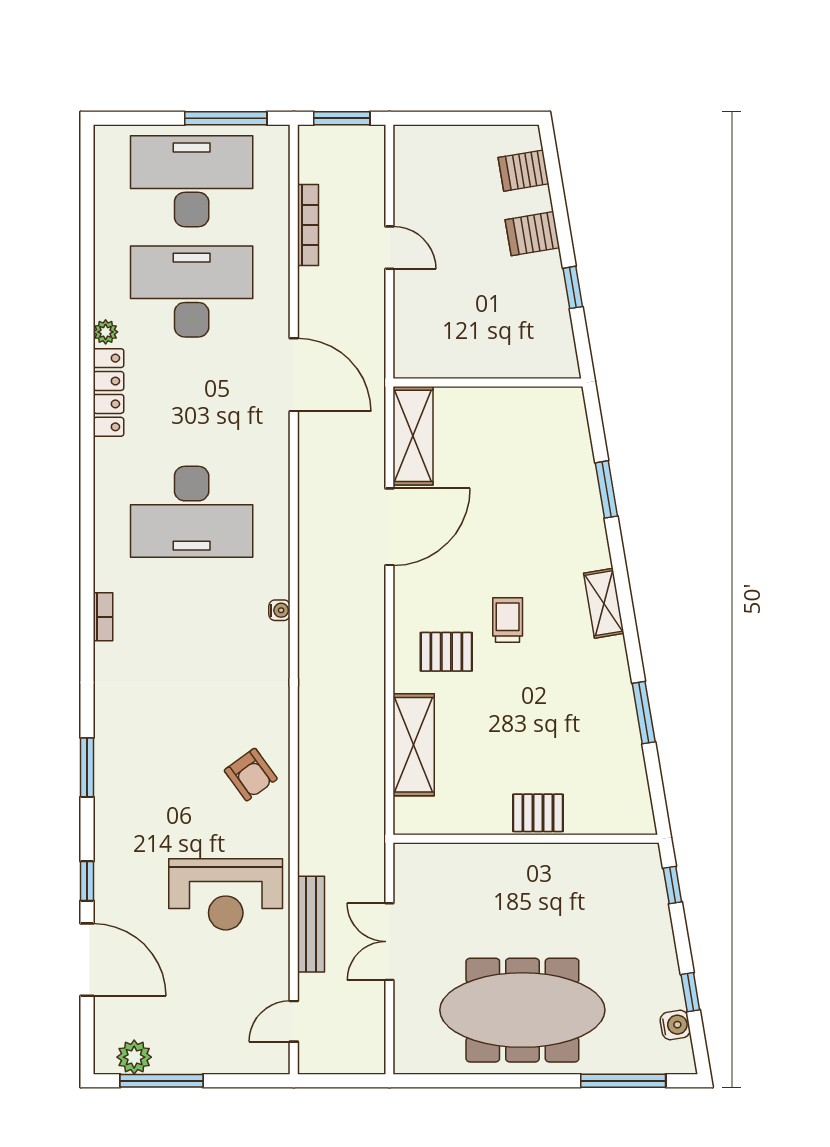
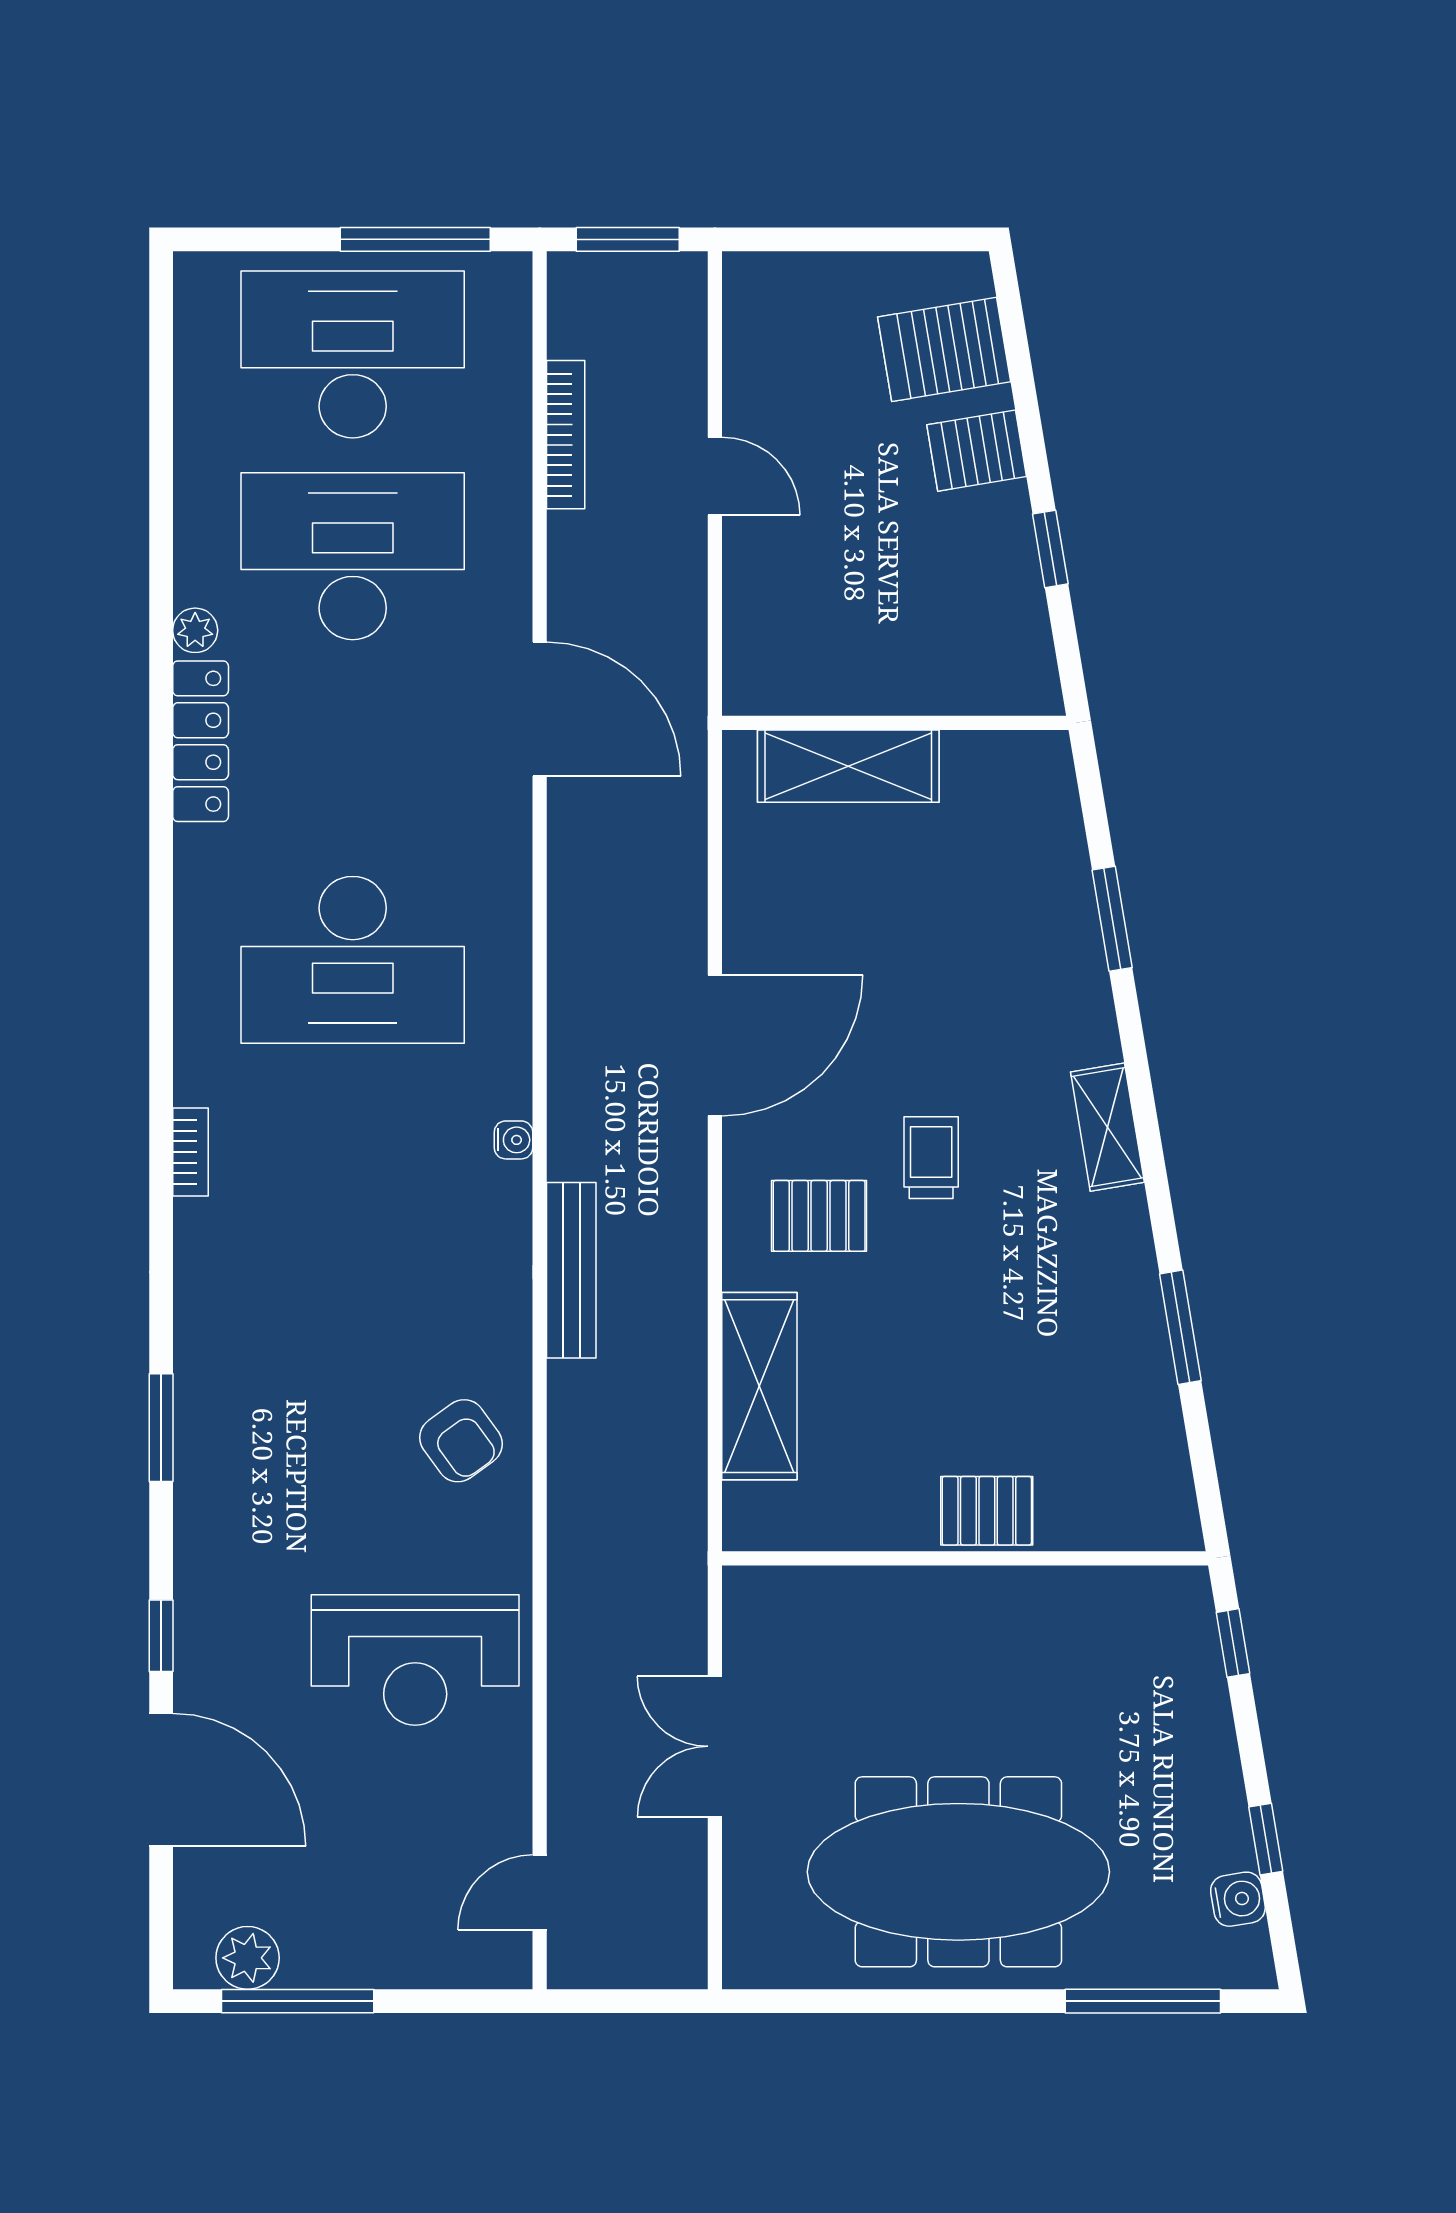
server rack: (524, 171) -> (944, 349), width x1.36, depth x1.44
shelving: (413, 436) -> (848, 766), moved, turned 90
door: (389, 527) -> (715, 1045), moved
bench: (311, 924) -> (571, 1270), moved

